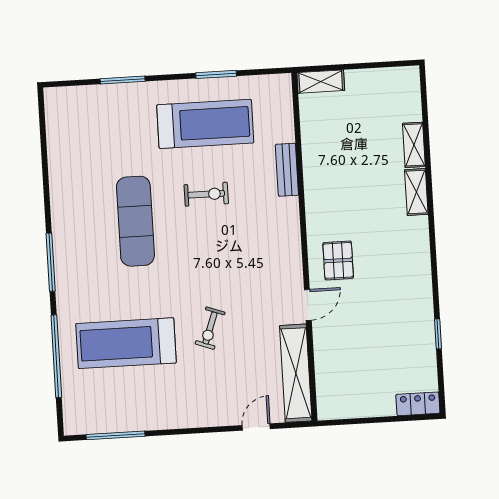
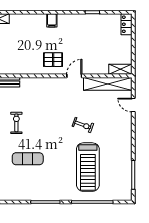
shelving: (416, 192) -> (120, 69), moved
exercise mat: (135, 221) -> (28, 159), width x0.73, depth x0.69
filing cabinet: (417, 253) -> (52, 20), added
door: (308, 305) -> (74, 76), hinge flipped

